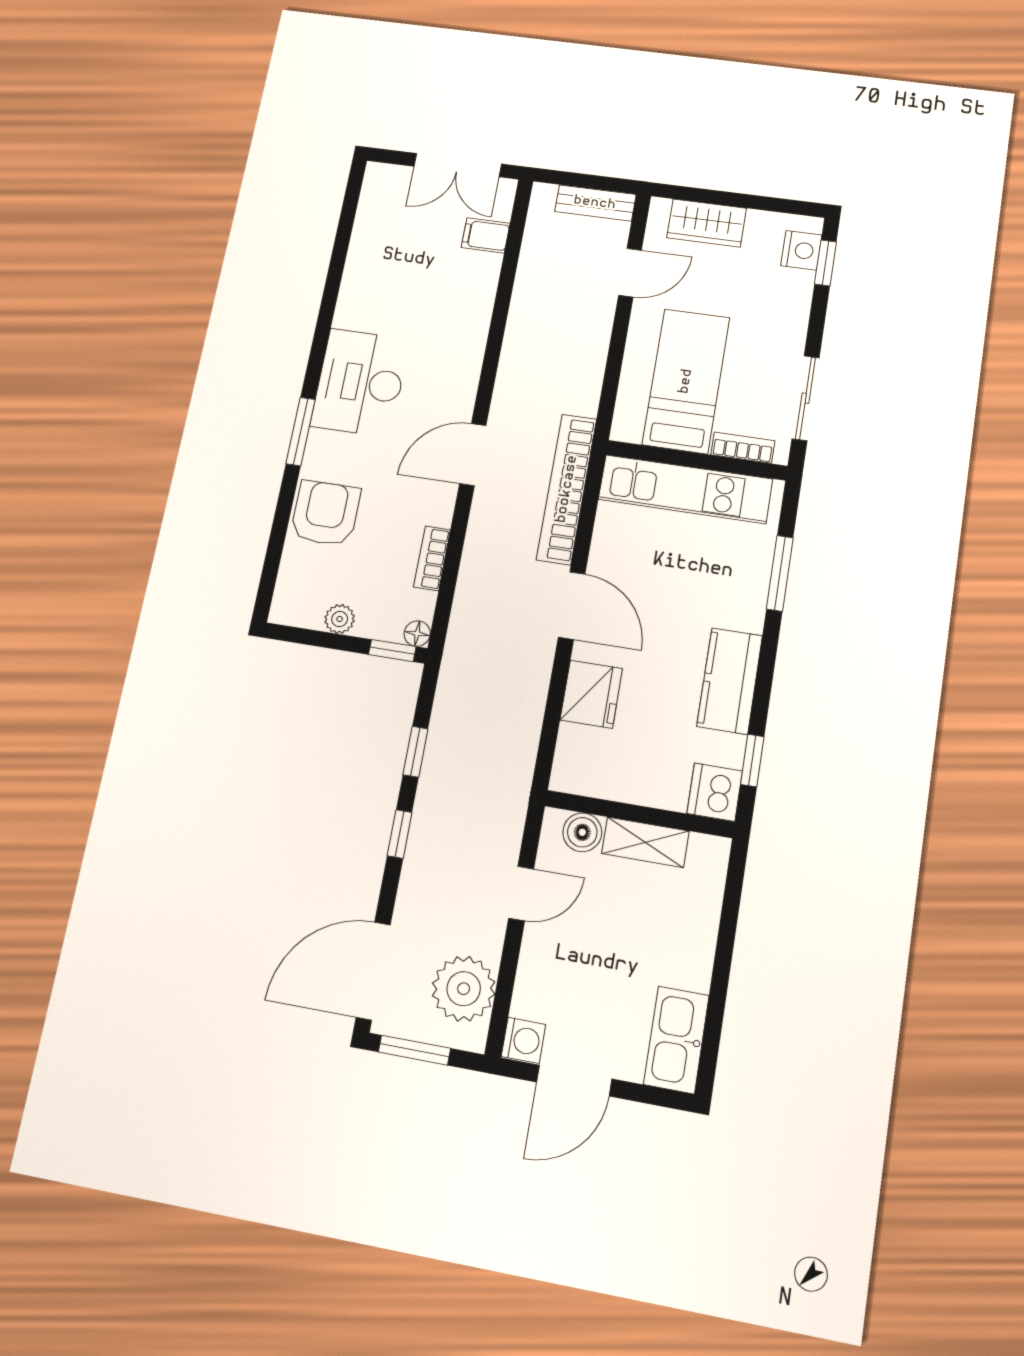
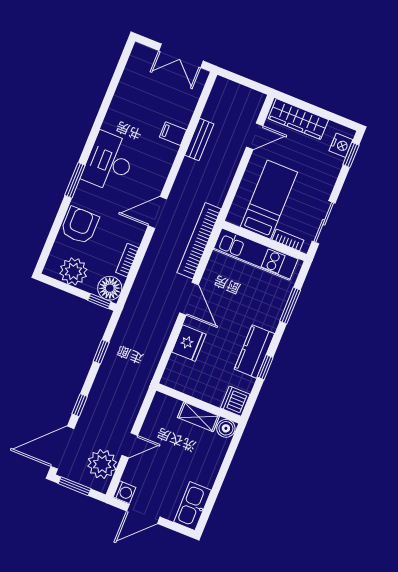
bench: (595, 203) -> (199, 140), moved, turned 90
wardrobe: (707, 223) -> (298, 119), width x1.50
filing cabinet: (486, 235) -> (173, 134), moved
plant: (340, 619) -> (73, 271), width x1.88, depth x1.88
floor lamp: (417, 634) -> (110, 288), width x1.89, depth x1.89
window: (752, 760) -> (265, 367), moved
boiler: (582, 832) -> (226, 428), moved
window: (400, 834) -> (80, 405), moved
door: (521, 893) -> (130, 445), moved

